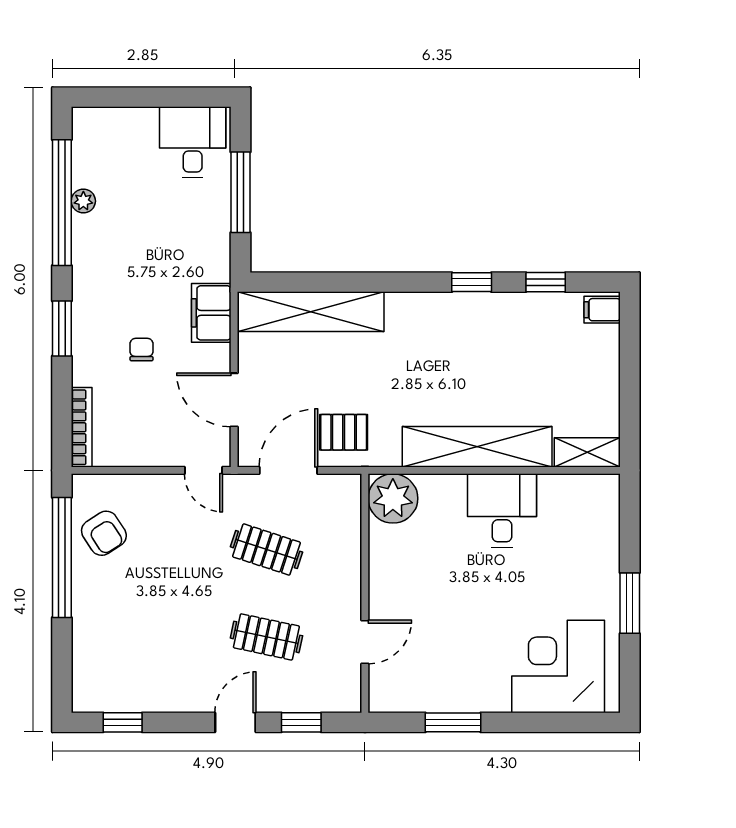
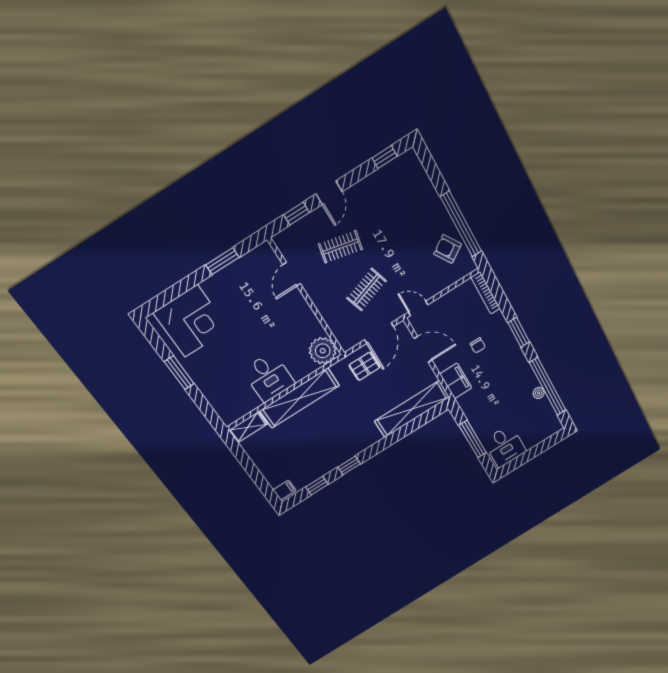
clothes rail: (266, 549) -> (366, 290), turned -36

